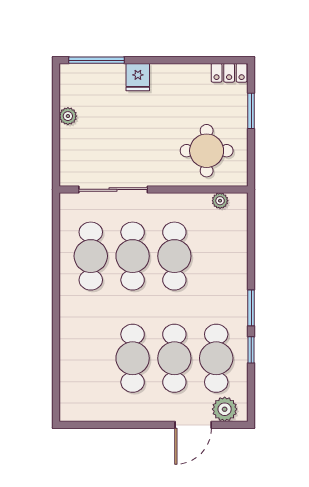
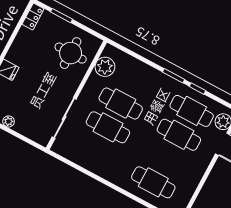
plant: (220, 201) -> (105, 67), width x1.88, depth x1.88
cafe table: (91, 256) -> (95, 151), removed
cafe table: (133, 358) -> (153, 182), moved

